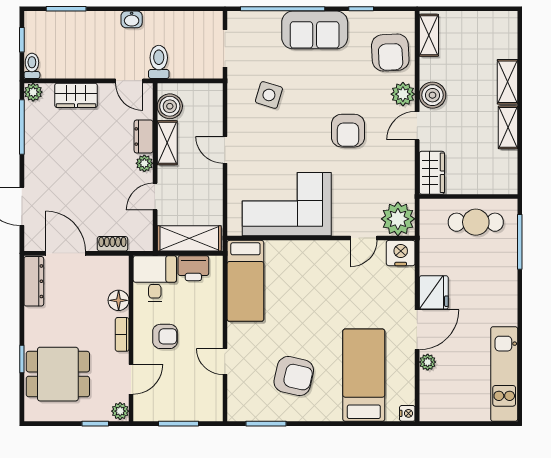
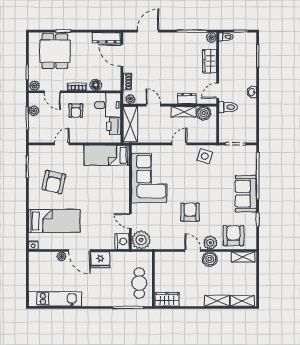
armchair: (390, 53) -> (233, 236), turned 93
side table: (269, 95) -> (205, 156), moved
shelving: (508, 127) -> (242, 301), moved
armchair: (348, 131) -> (190, 212), turned 90
plant: (144, 163) -> (130, 99), moved
wardrobe: (432, 173) -> (167, 299), moved, turned 180
door: (66, 253) -> (122, 55), swing flipped
plant: (165, 412) -> (34, 111), added

